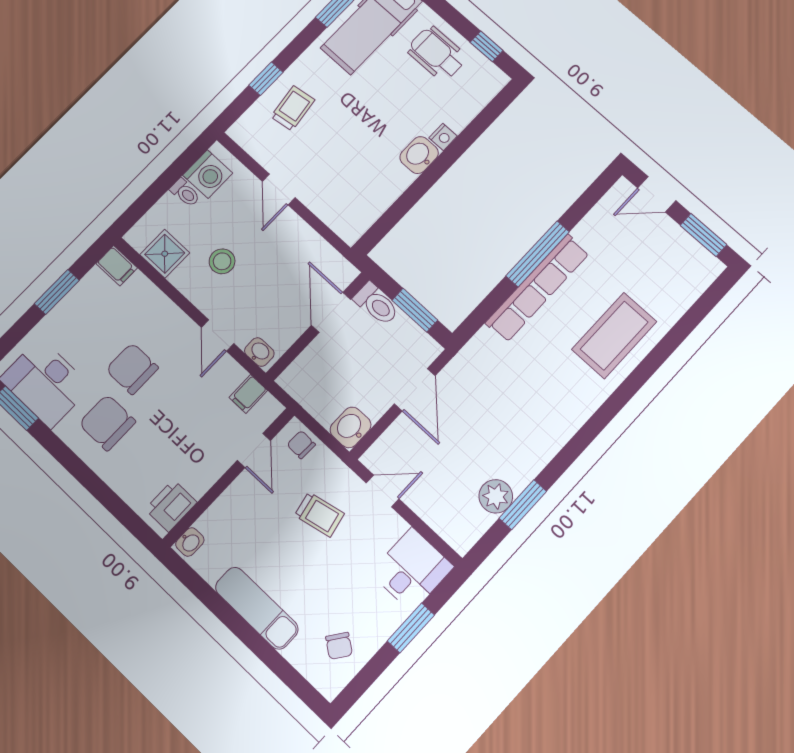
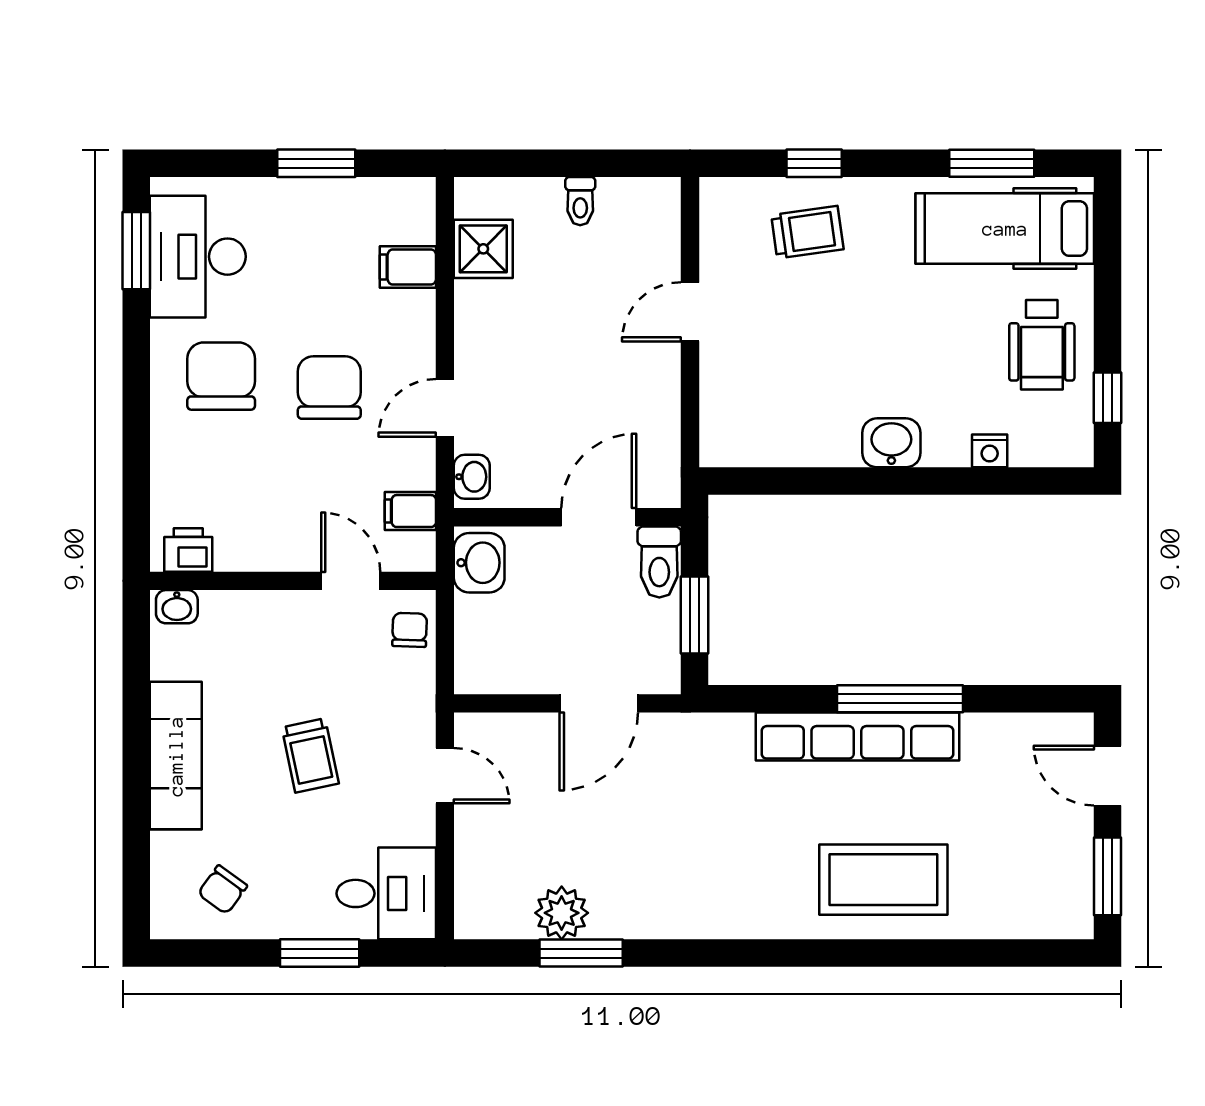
wheelchair: (437, 53) -> (1042, 345), turned 180
nightstand: (443, 137) -> (990, 451), moved
washing machine: (208, 174) -> (629, 207), removed
stool: (222, 261) -> (539, 327), removed
filing cabinet: (117, 266) -> (408, 267), moved, turned 90
chair: (132, 369) -> (329, 388), moved
washbasin: (351, 427) -> (479, 563), moved, turned 90
door: (254, 451) -> (351, 581), swing flipped
printer: (171, 506) -> (188, 550), width x0.73, depth x0.81
trolley: (319, 515) -> (310, 755), moved

